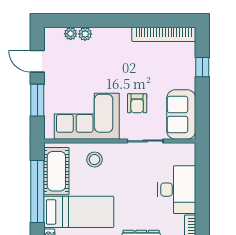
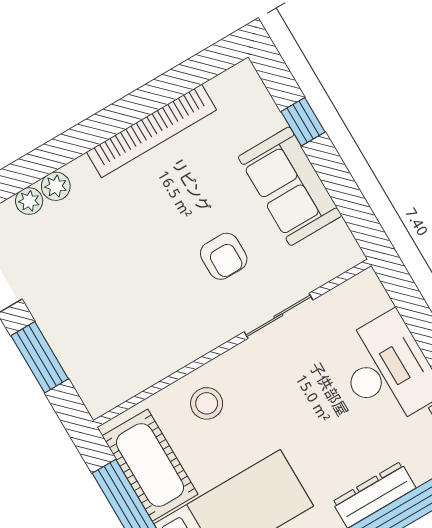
bookcase: (164, 34) -> (151, 131), moved
sofa: (181, 114) -> (290, 186), moved
corner sofa: (87, 116) -> (146, 333), removed

